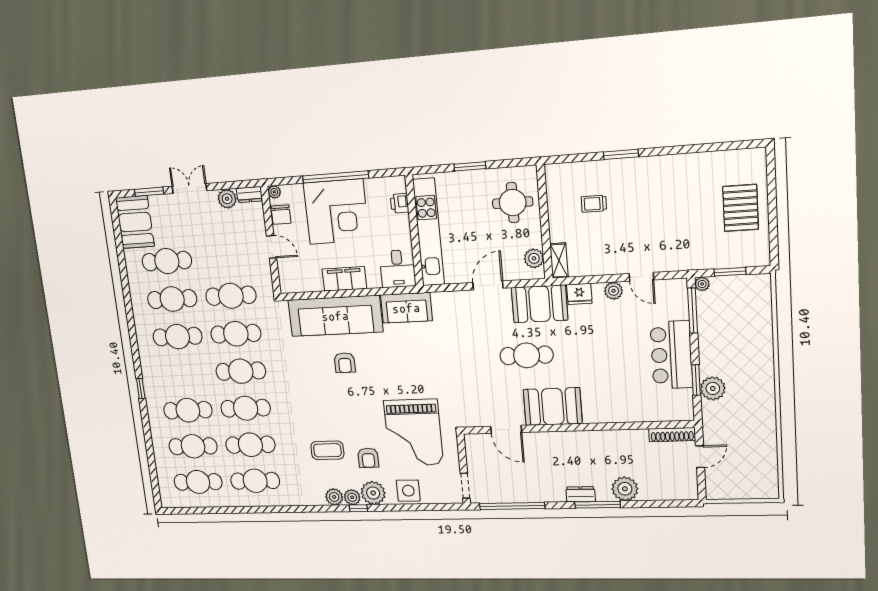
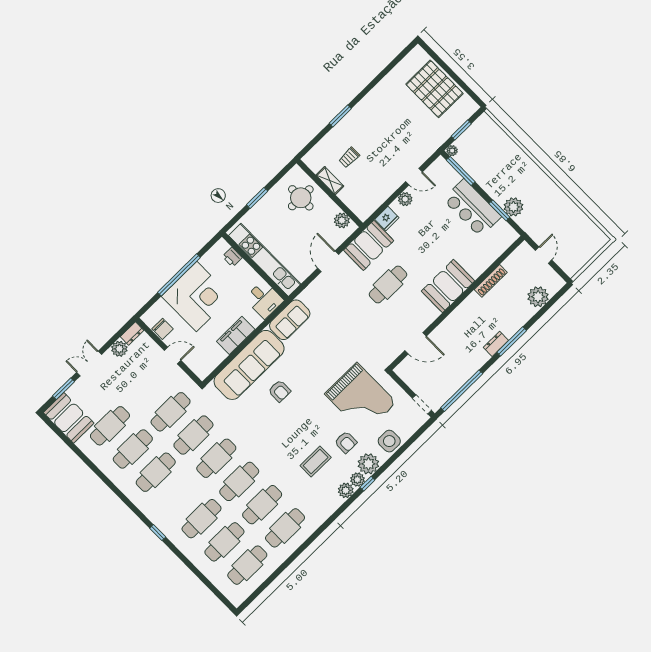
plant: (274, 192) -> (147, 318), removed
pallet: (741, 208) -> (434, 89), width x1.37, depth x1.41
shelving: (559, 261) -> (330, 181), moved
booth: (553, 407) -> (448, 286), moved
shoe rack: (672, 435) -> (491, 281), moved
plant: (625, 489) -> (538, 297), moved

